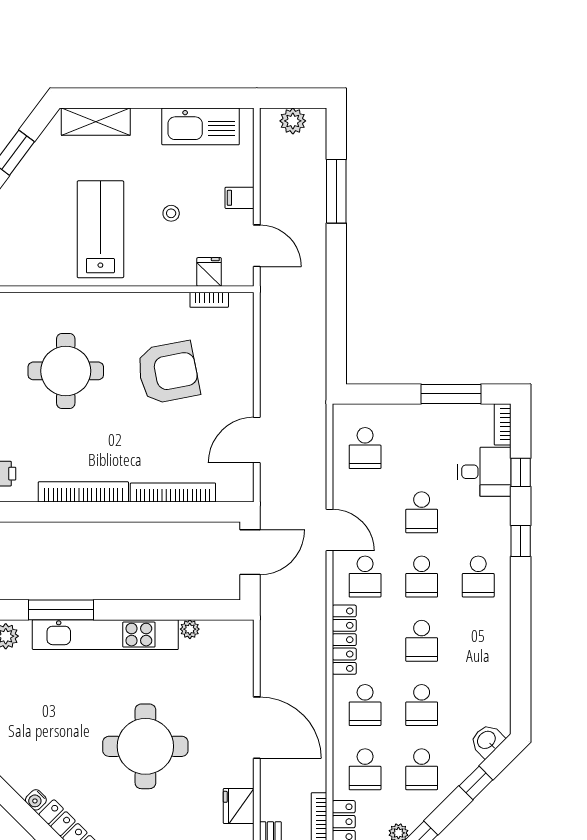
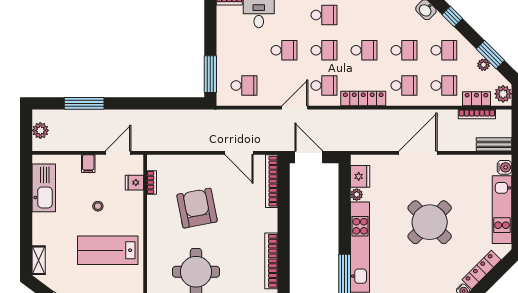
shelving: (96, 122) -> (39, 260), width x0.67, depth x0.75
window: (451, 394) -> (210, 74), moved
bookcase: (173, 492) -> (272, 181), moved
round table: (145, 746) -> (430, 222), turned 45
fridge: (239, 806) -> (360, 176), moved, turned -90

